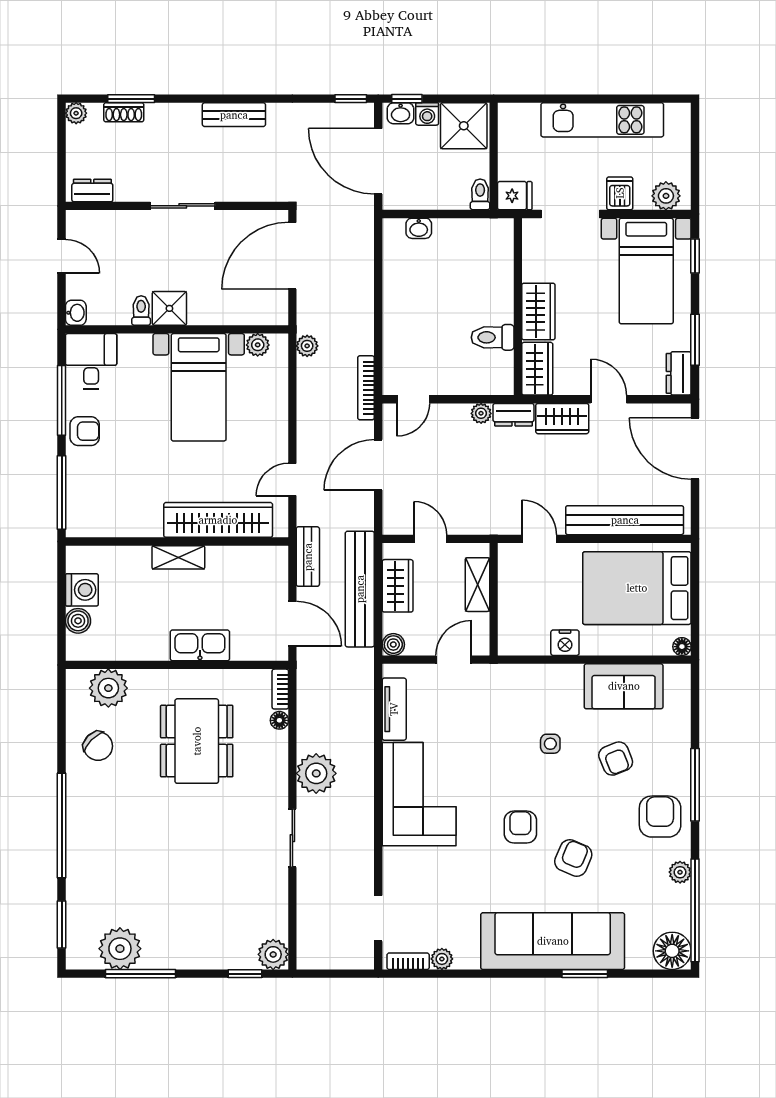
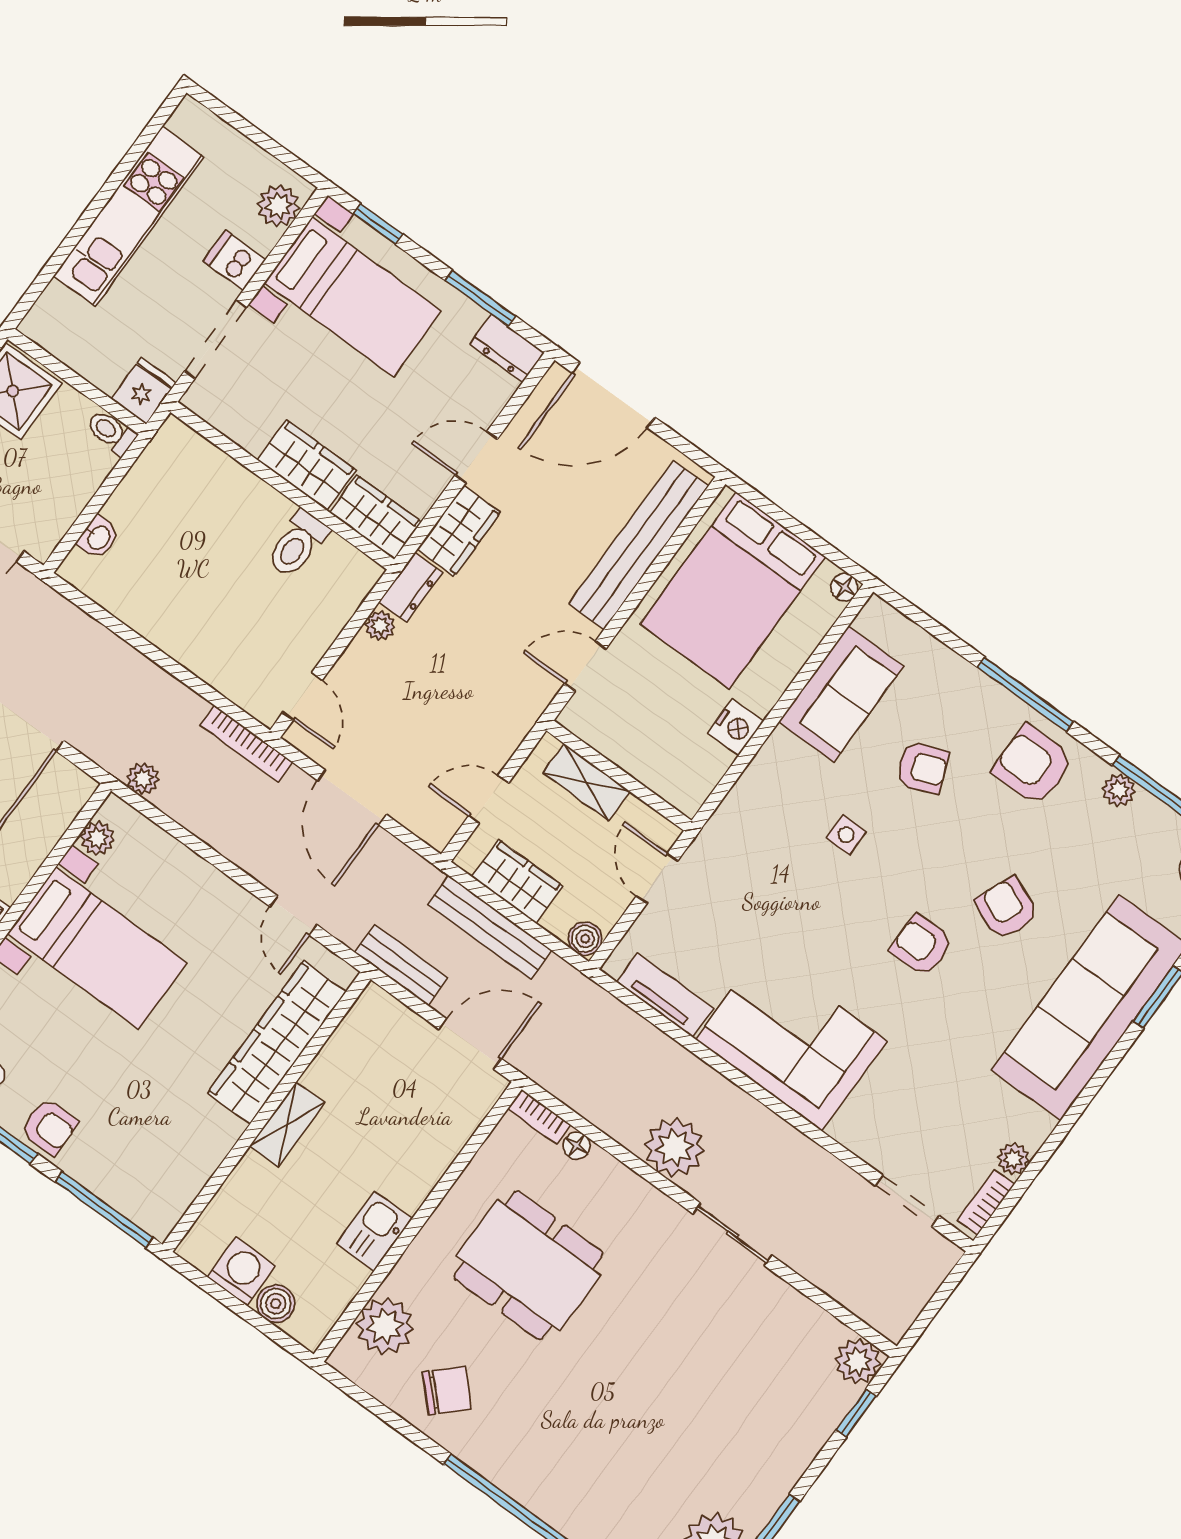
armchair: (85, 431) -> (49, 1127), turned 90
bench: (360, 589) -> (490, 927), width x0.73, depth x0.82
kitchen sink: (200, 645) -> (374, 1231), moved, width x0.73

